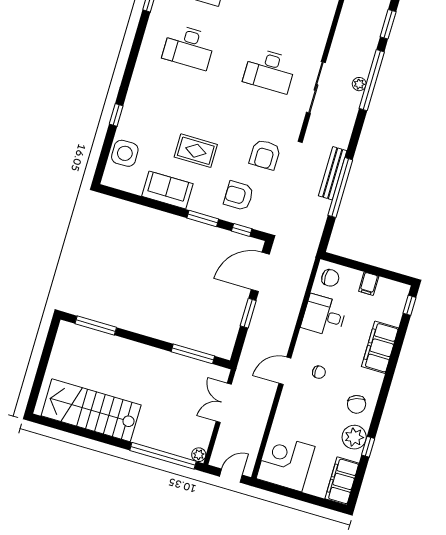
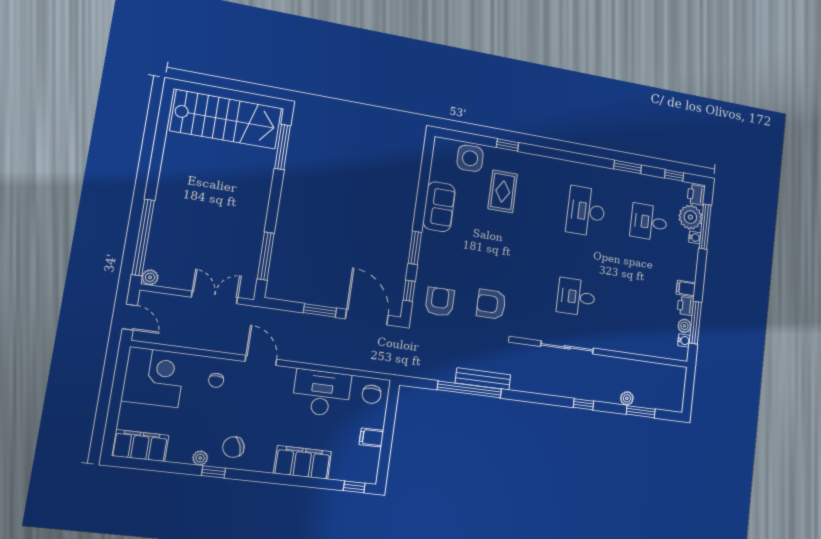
desk: (270, 71) -> (576, 297), width x0.73
window: (372, 80) -> (584, 404), width x0.32
plant: (359, 84) -> (627, 398), moved
rug: (196, 151) -> (503, 191), moved
armchair: (239, 196) -> (440, 302), moved
desk: (324, 316) -> (322, 393), width x1.37
chair: (319, 372) -> (216, 380), moved
stairs: (91, 410) -> (226, 119), moved, turned 90
plant: (354, 437) -> (200, 458), width x0.53, depth x0.53
window: (368, 447) -> (214, 472), moved

